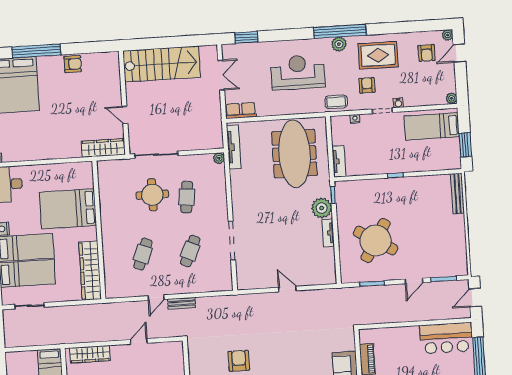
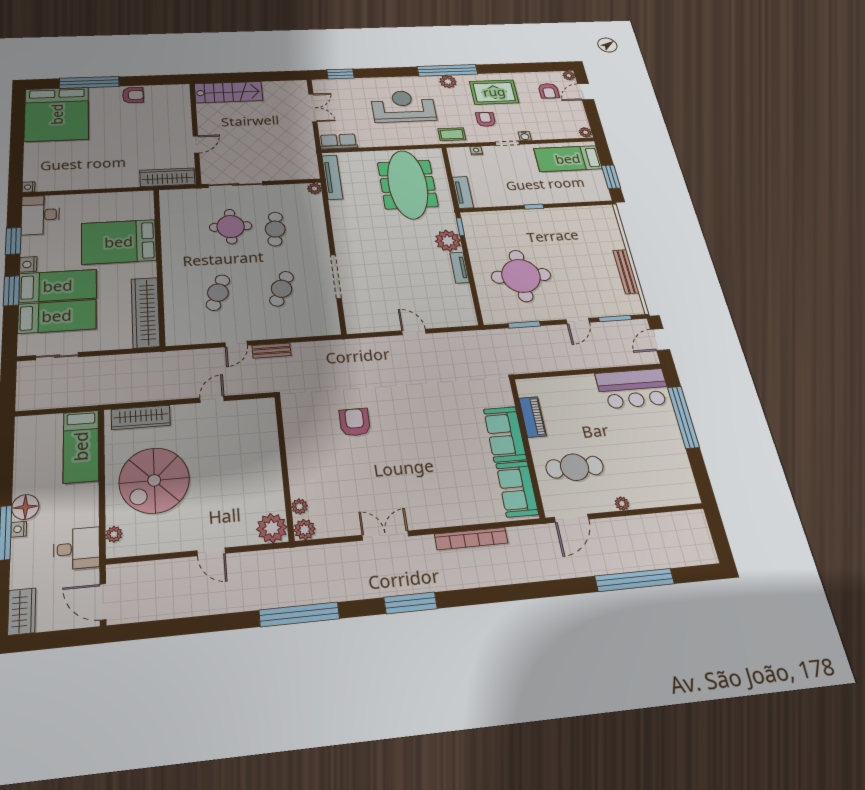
stairs: (162, 64) -> (229, 92), width x0.73, depth x0.66
door: (125, 115) -> (196, 144), swing flipped
bench: (457, 193) -> (626, 272), moved
round table: (376, 241) -> (521, 276), turned -31

